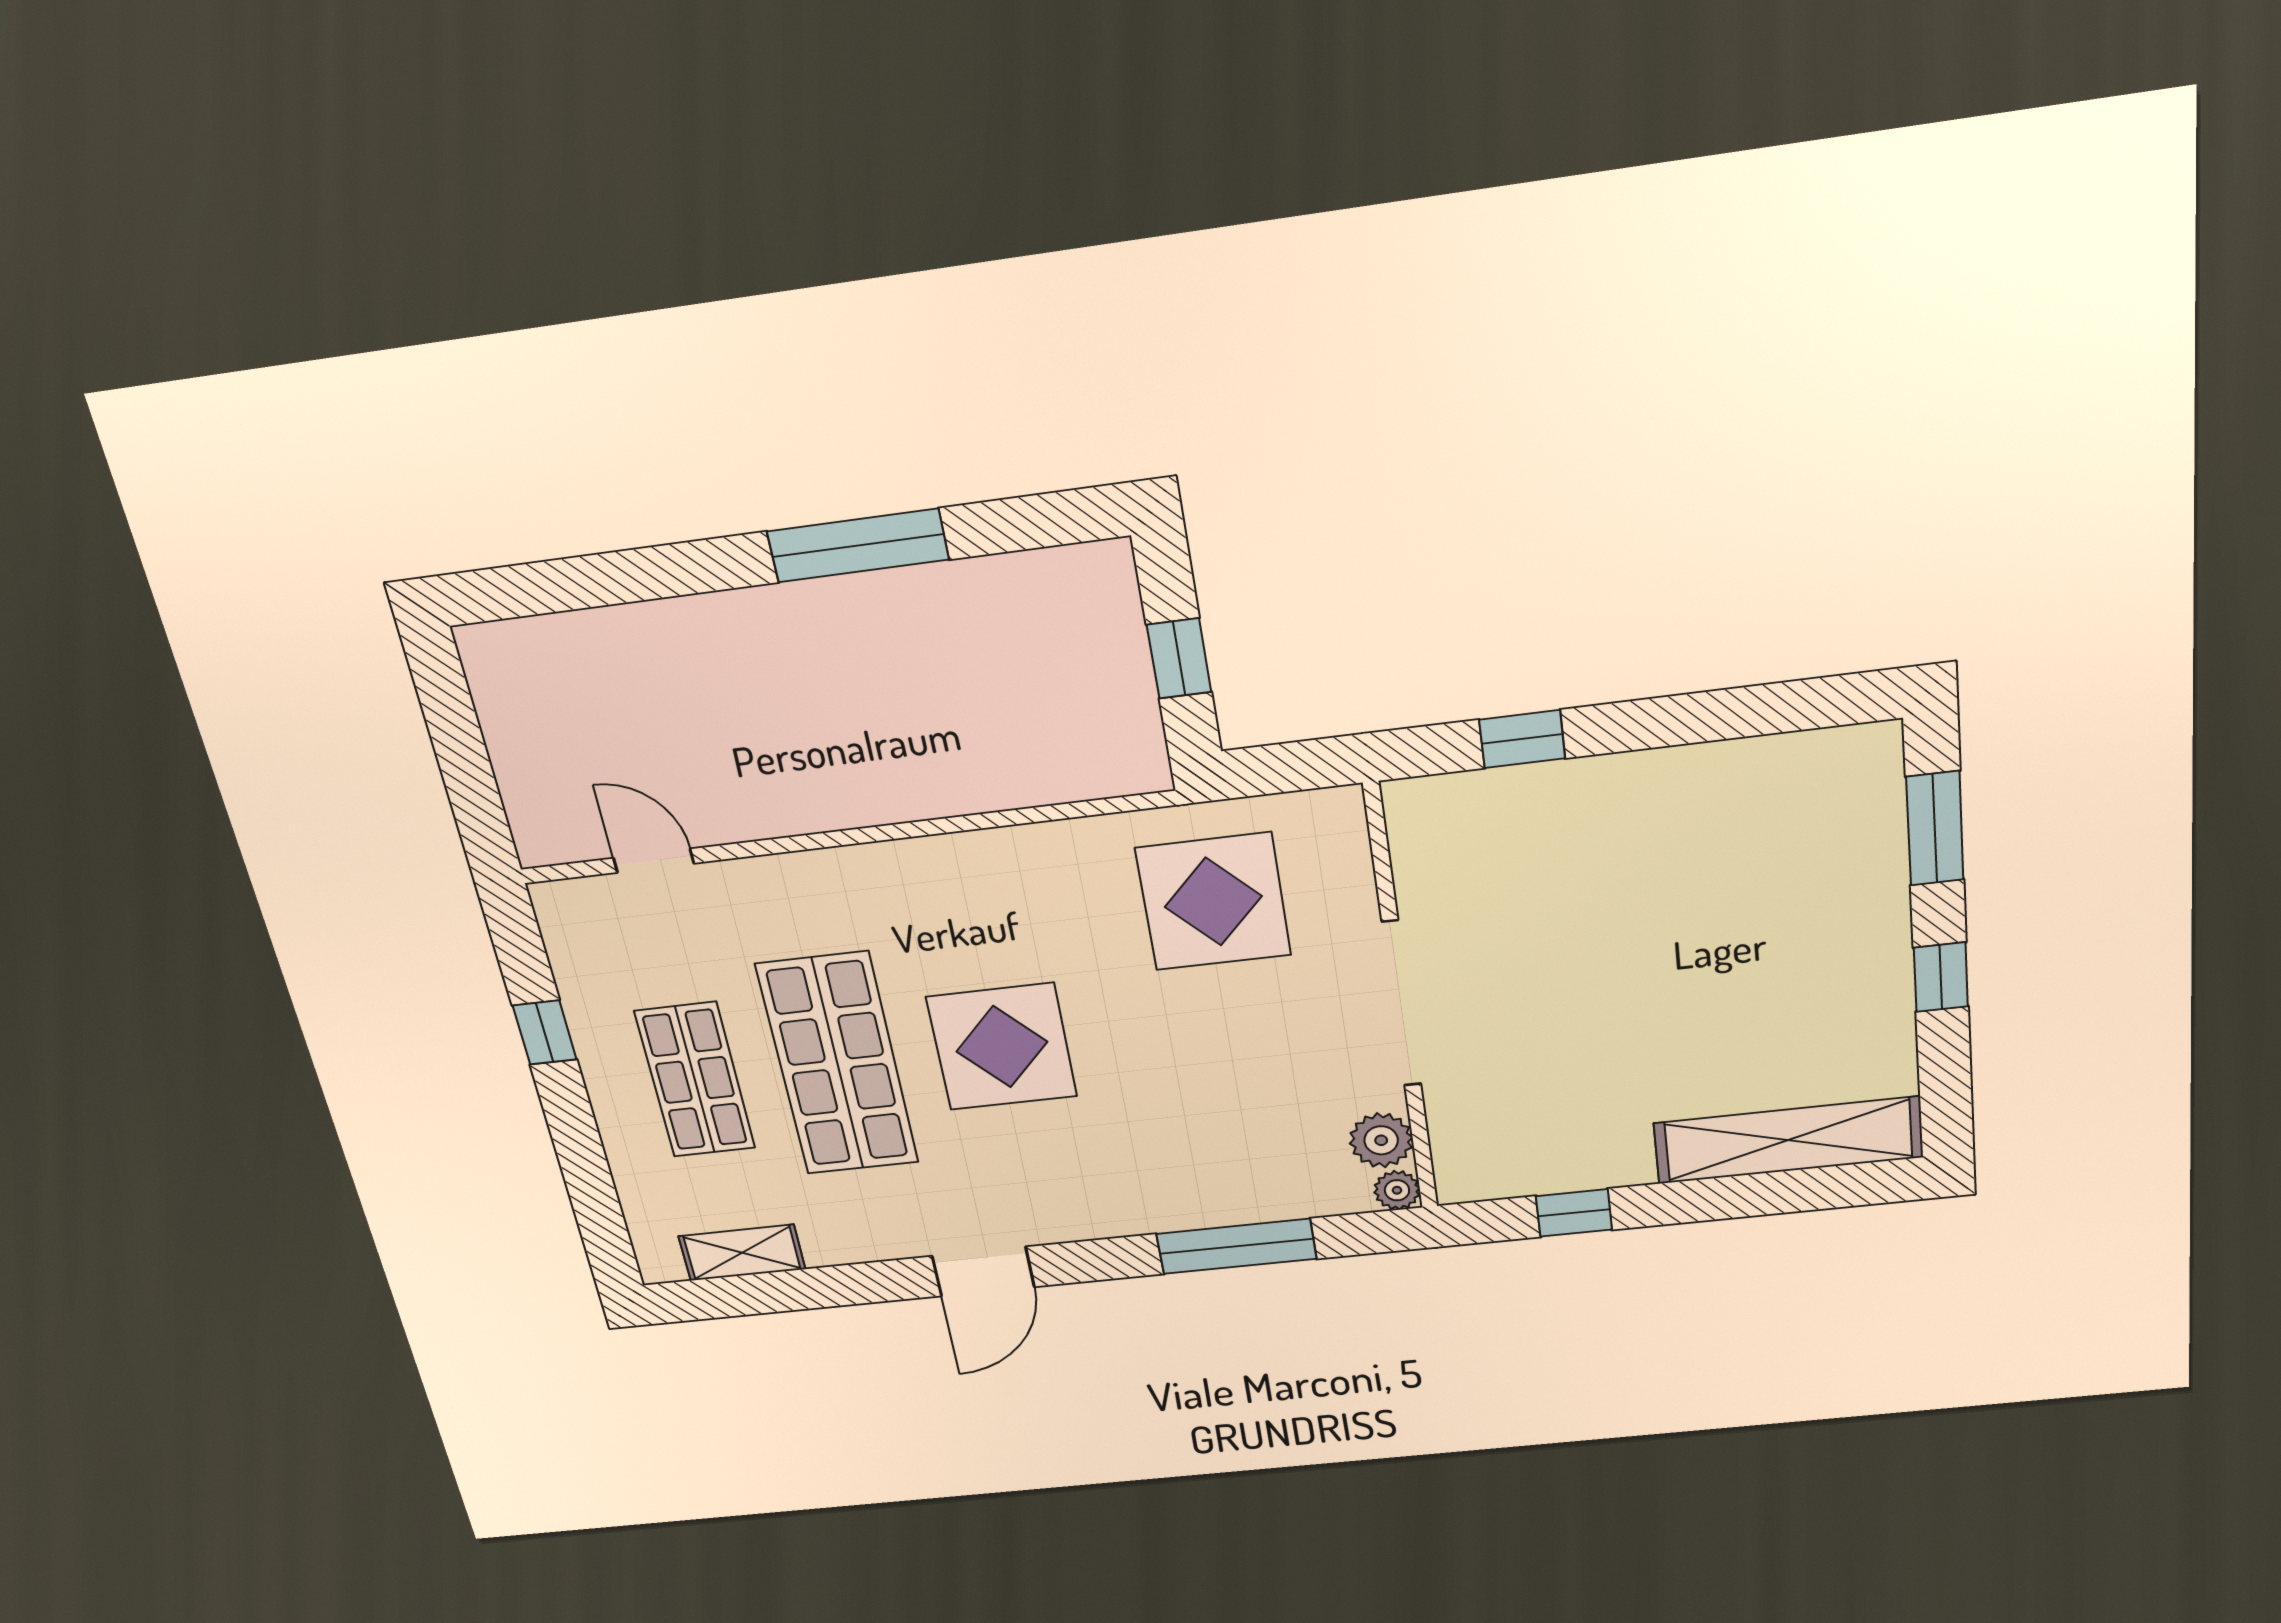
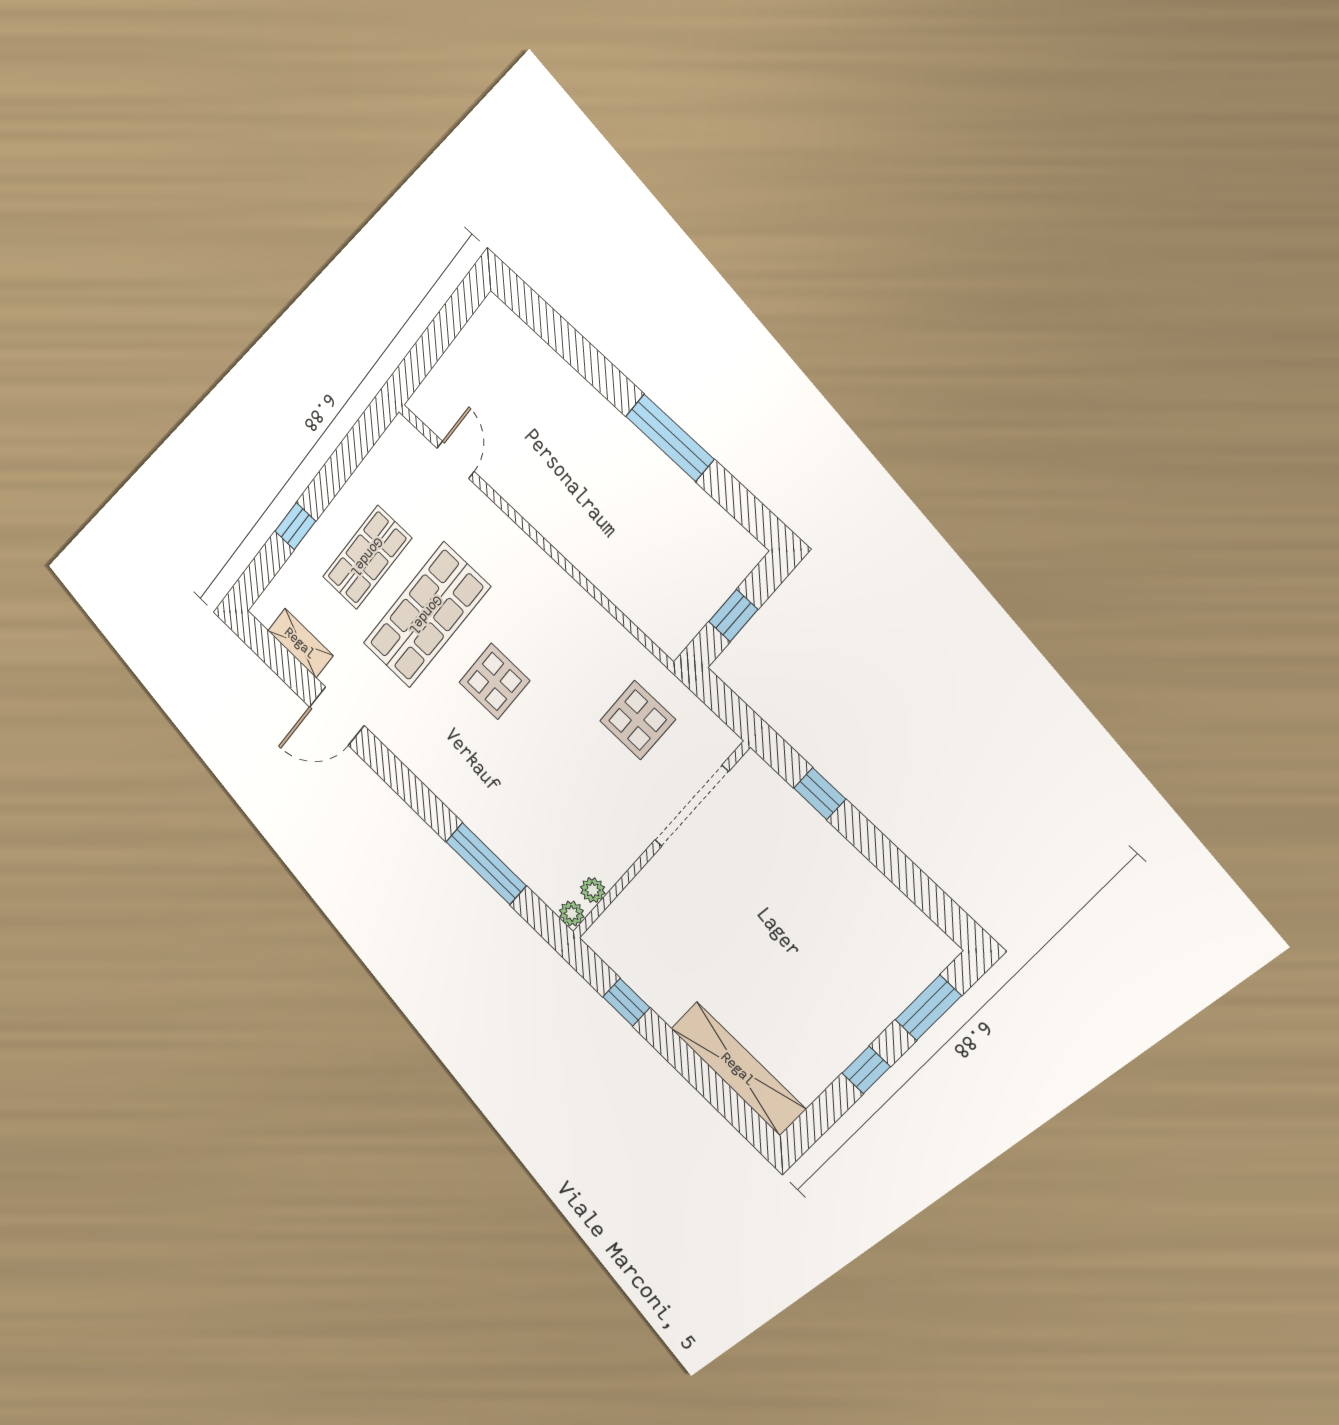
display table: (1213, 902) -> (638, 720), width x0.73, depth x0.73
doorway: (1402, 1004) -> (692, 806), moved
window: (545, 1032) -> (295, 526), moved
display table: (1002, 1047) -> (494, 681), width x0.73, depth x0.73
plant: (1381, 1140) -> (593, 890), width x0.73, depth x0.73
door: (983, 1272) -> (337, 716), moved

